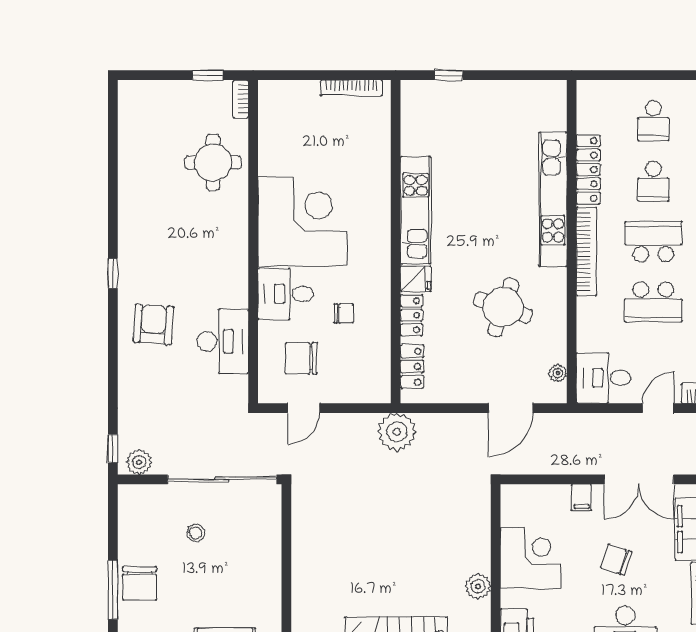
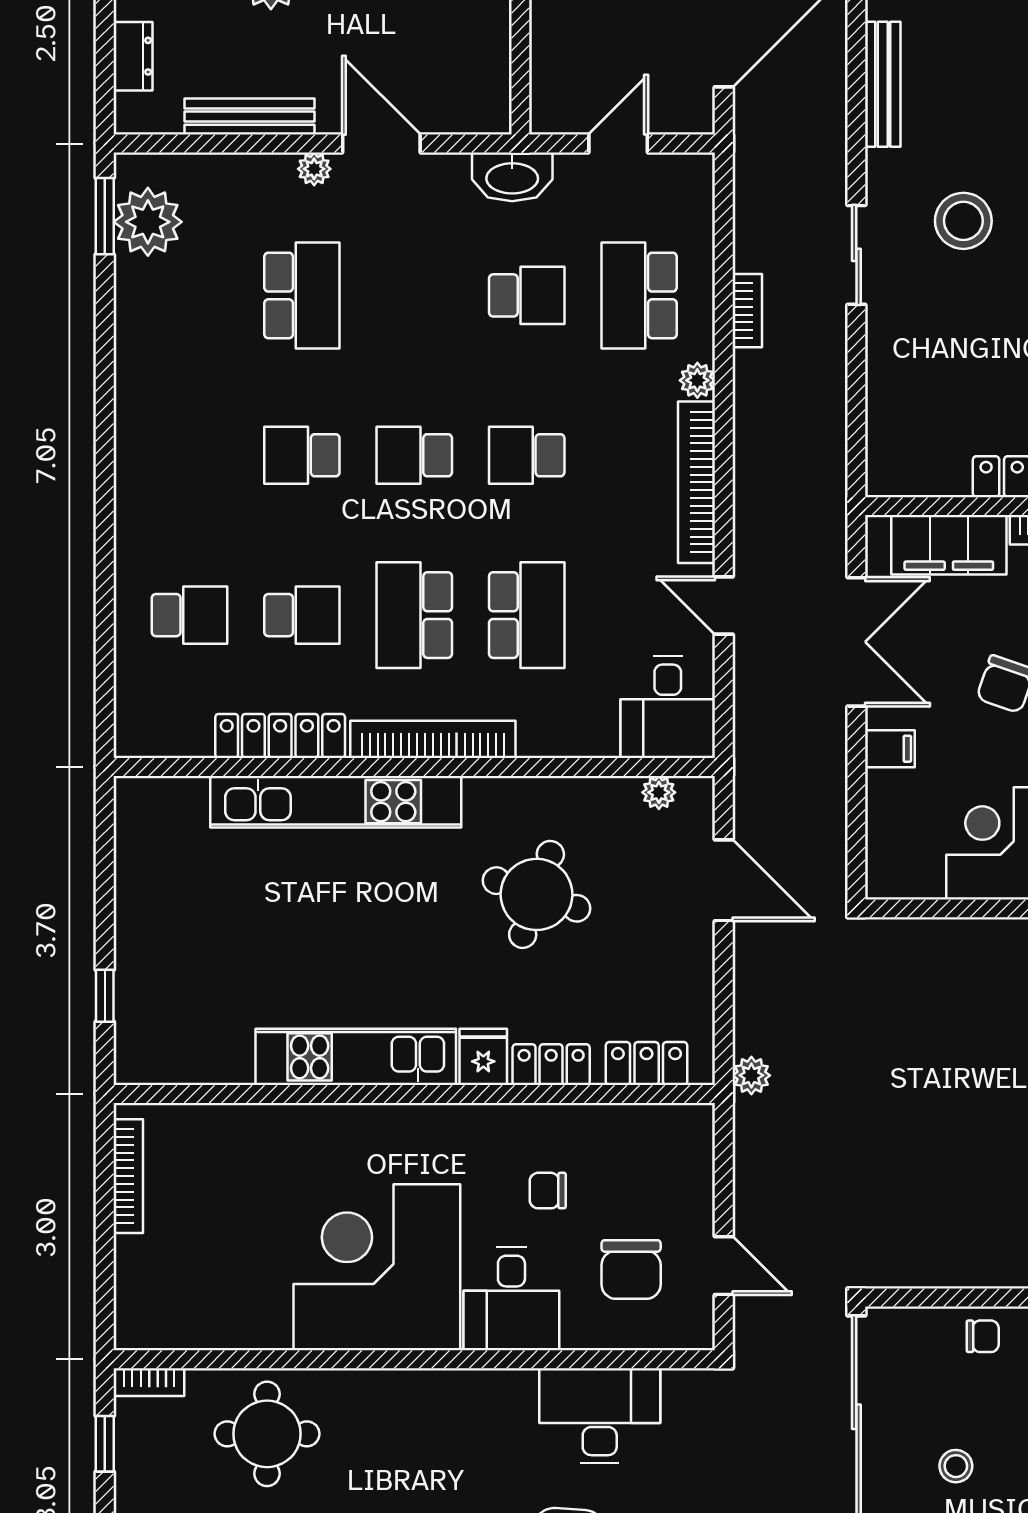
chair: (344, 313) -> (548, 1191), turned -90
plant: (397, 432) -> (751, 1075), width x0.53, depth x0.53
chair: (265, 547) -> (983, 1336), added

